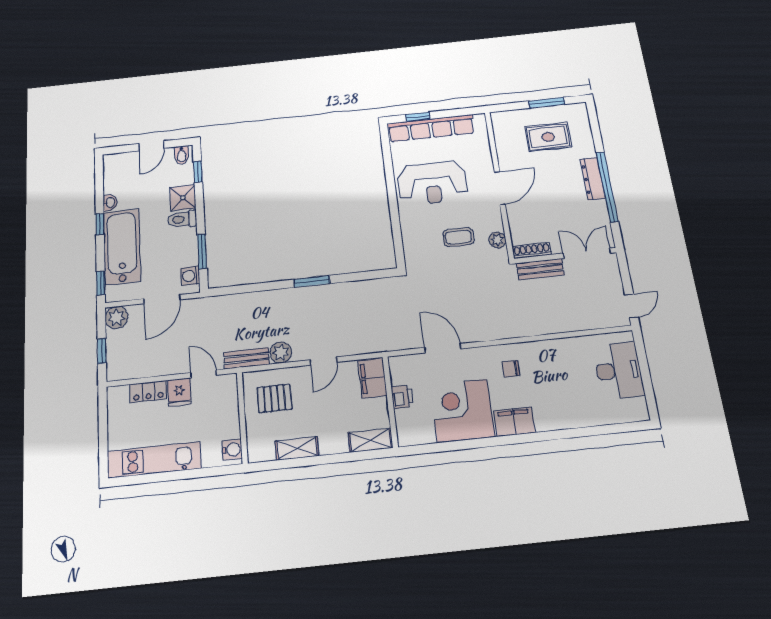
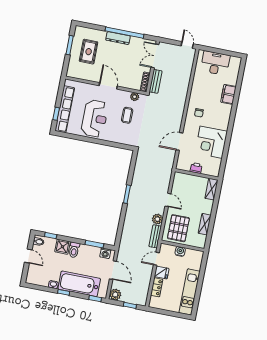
filing cabinet: (372, 378) -> (183, 179), removed
pallet: (275, 398) -> (178, 228), width x1.50, depth x1.42
filing cabinet: (514, 422) -> (228, 94), moved
water cooler: (232, 450) -> (180, 251), moved

